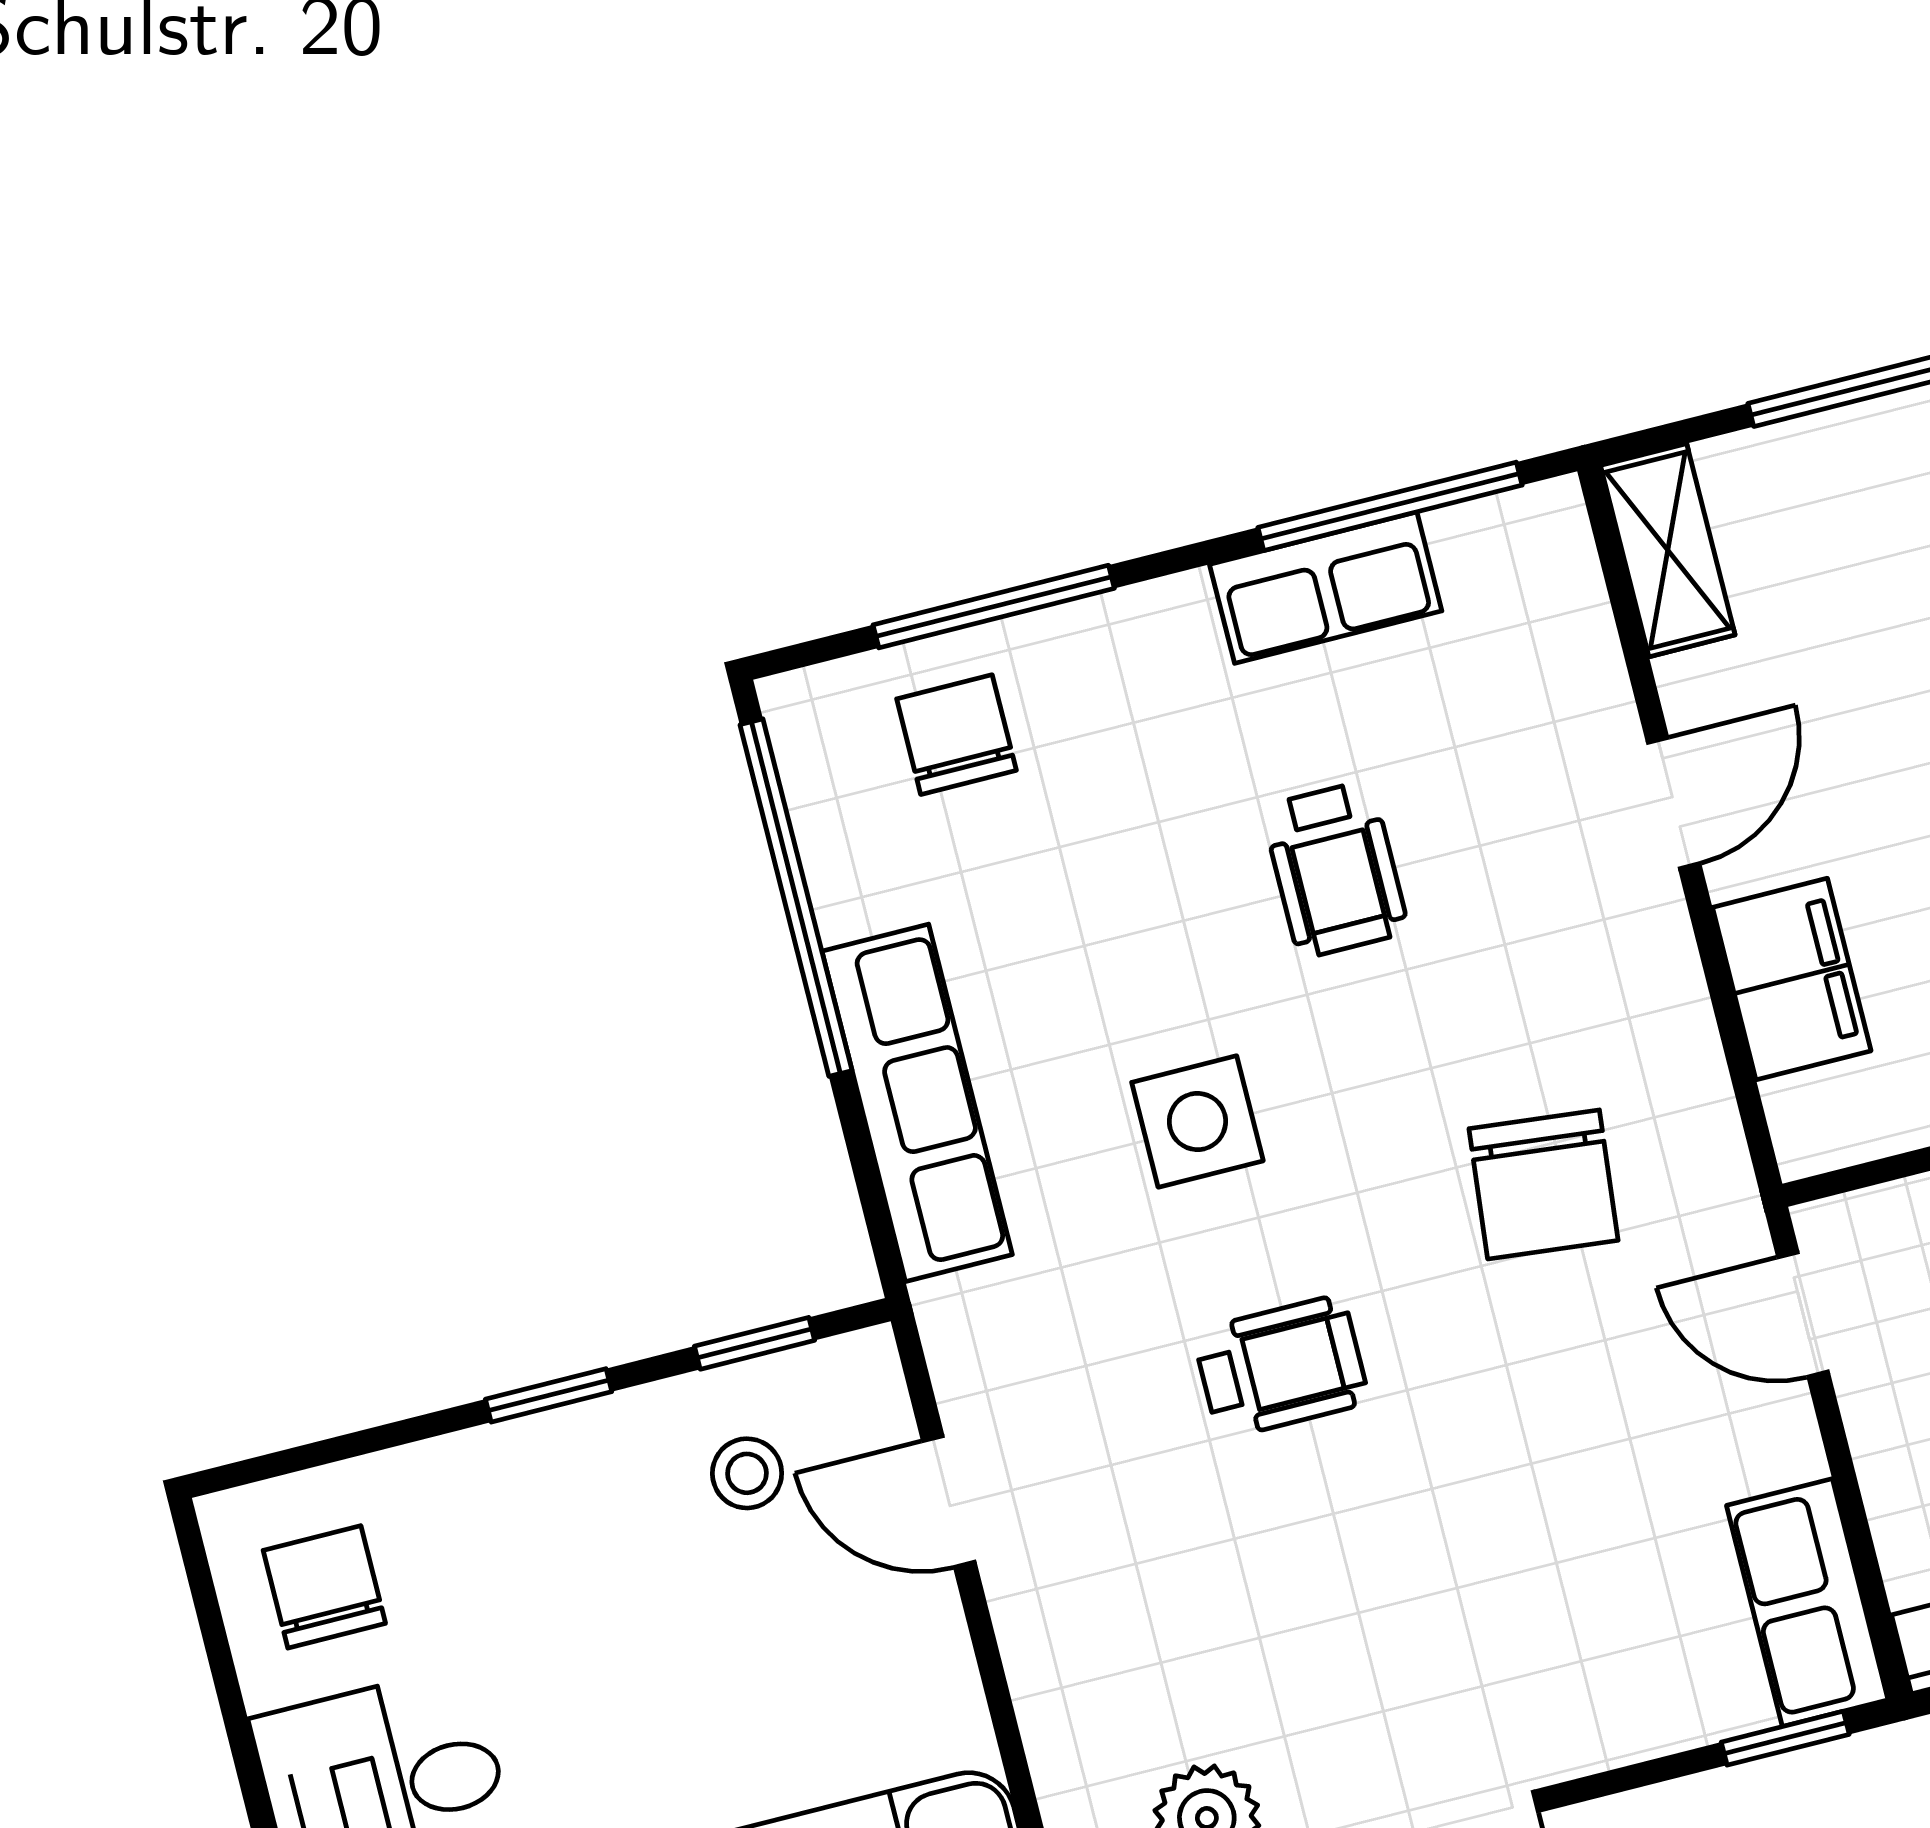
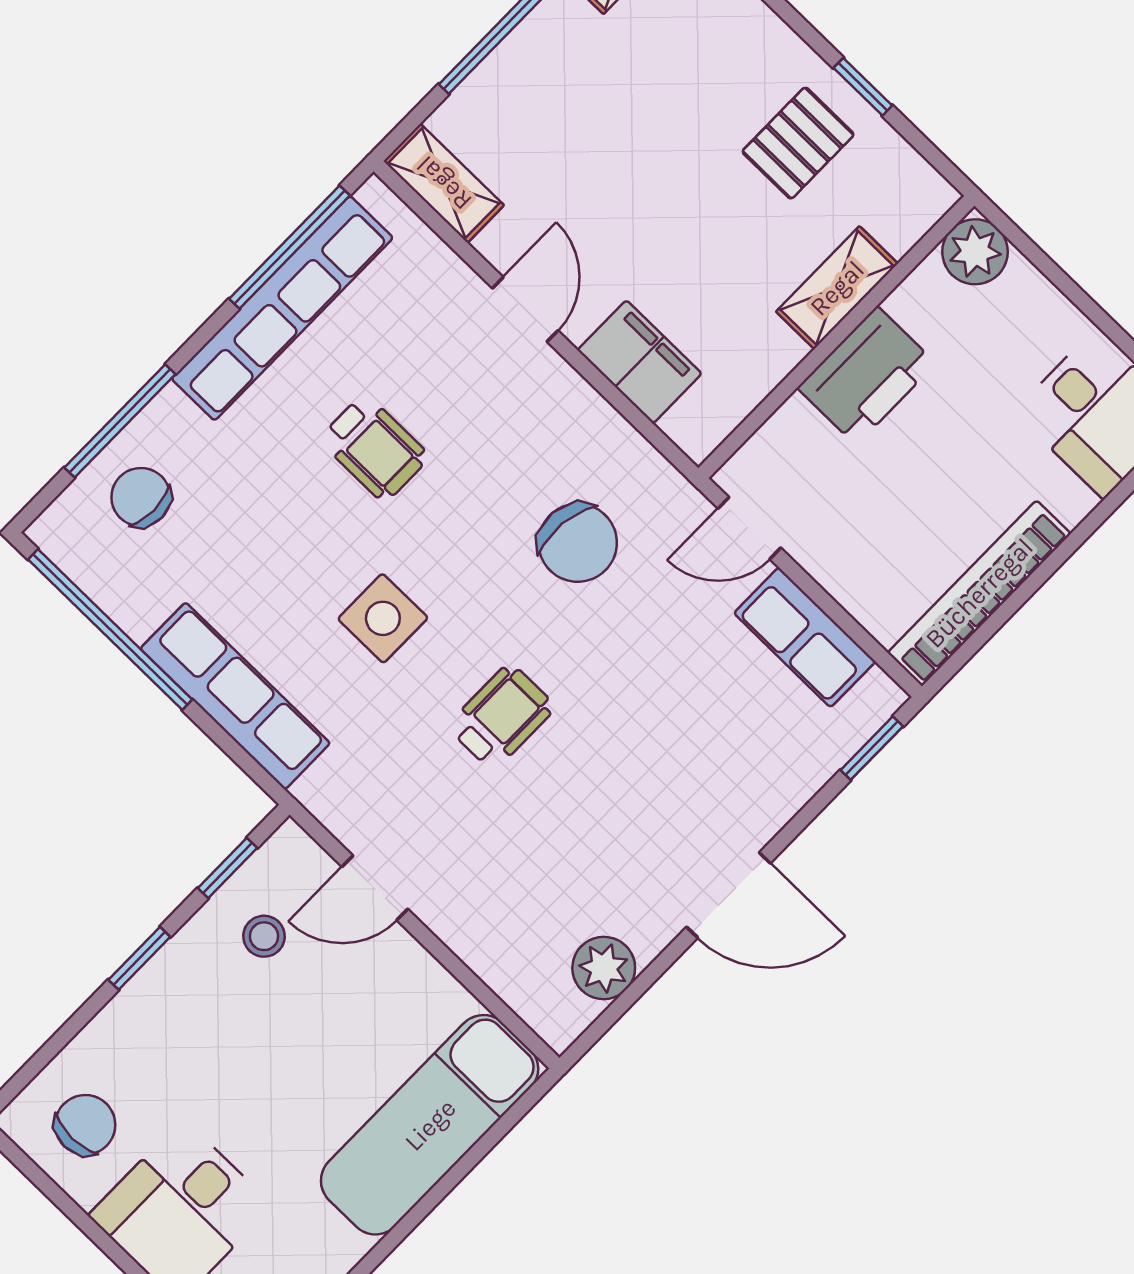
row of seats: (1326, 588) -> (282, 308), width x2.02
chair: (324, 1587) -> (85, 1125), turned 90
row of seats: (1807, 1603) -> (805, 637), moved

